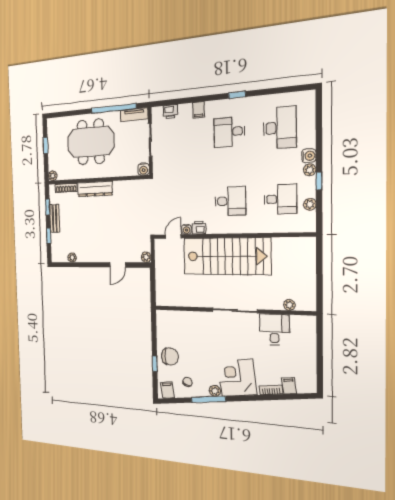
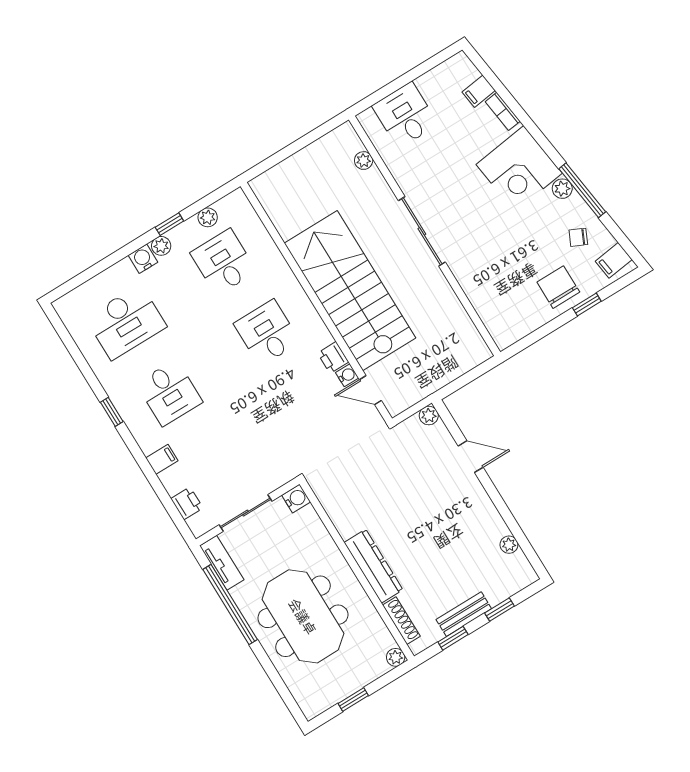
desk: (280, 128) -> (126, 322), turned 180
desk: (274, 330) -> (405, 115), moved, turned 90

